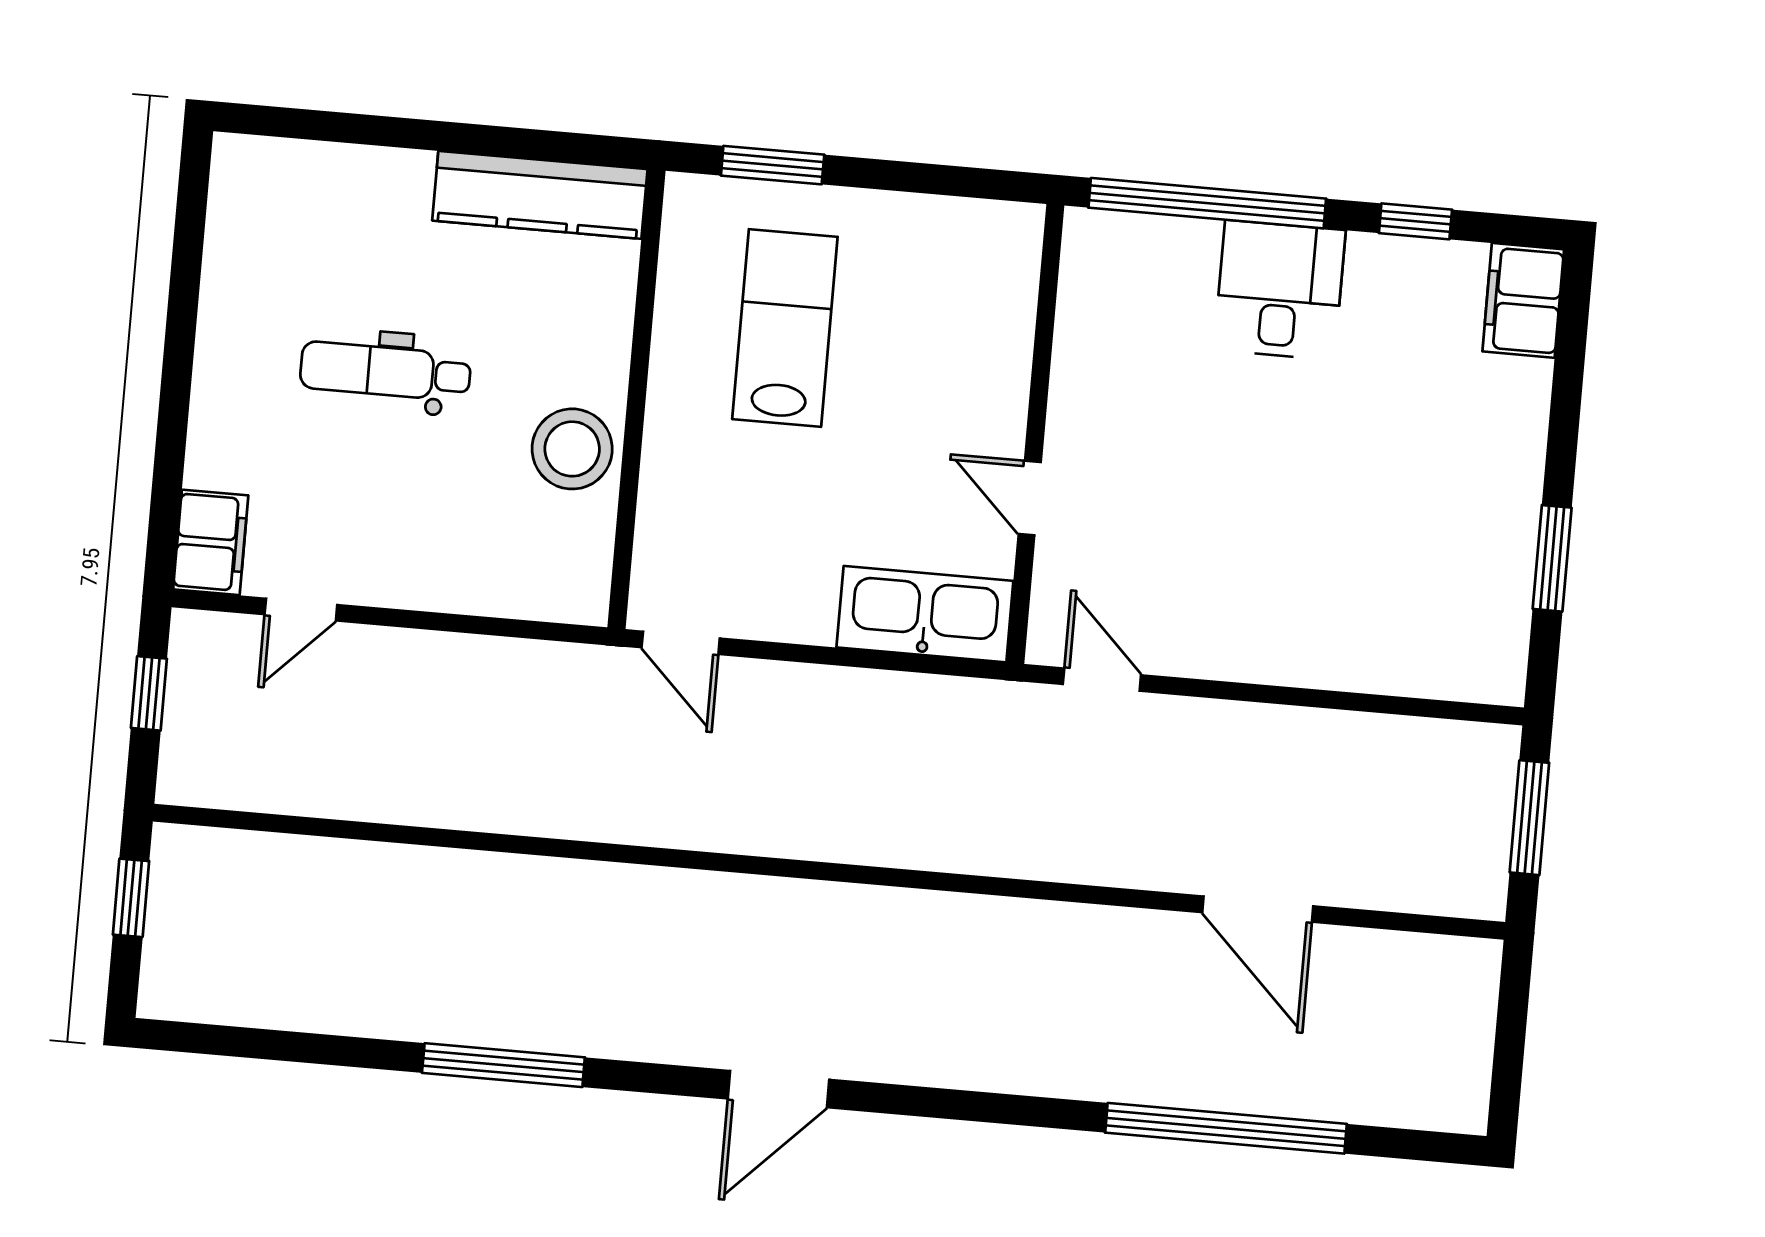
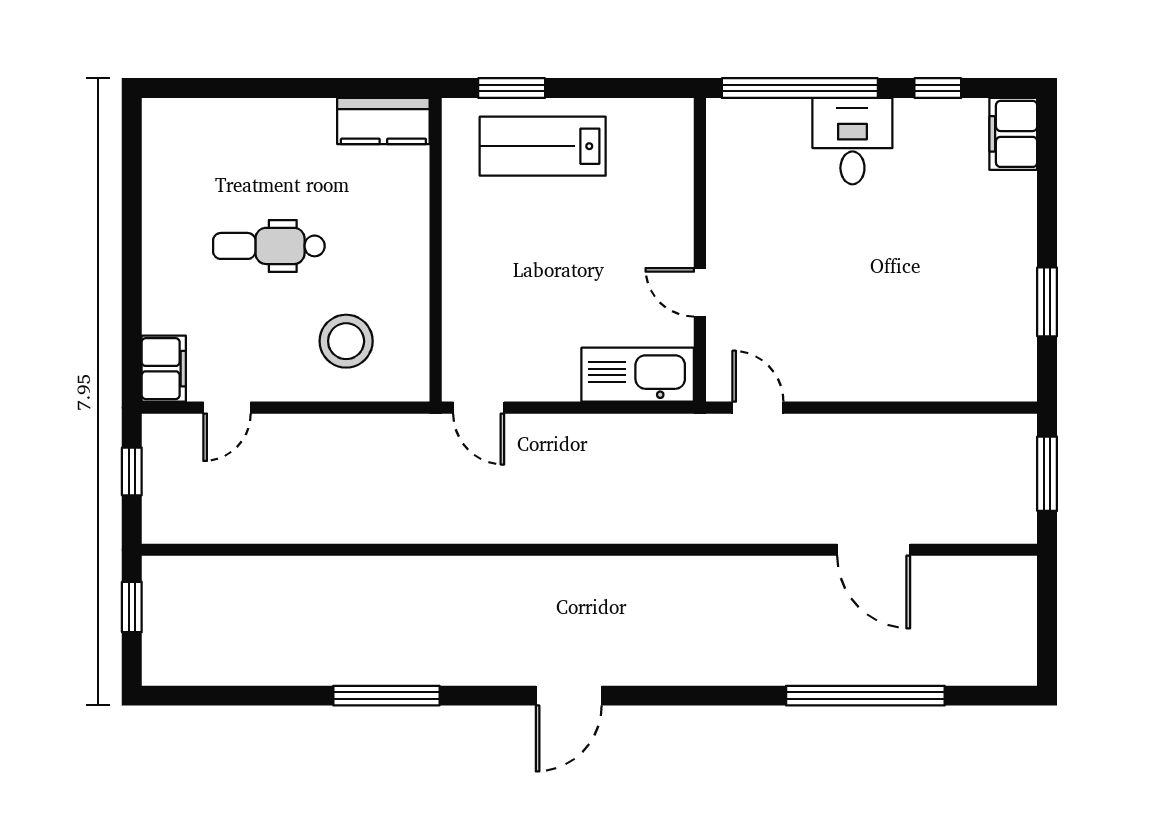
kitchen counter: (540, 195) -> (383, 121), width x0.67
lab bench: (785, 328) -> (543, 146), moved, turned -90
stool: (572, 449) -> (346, 341), moved

